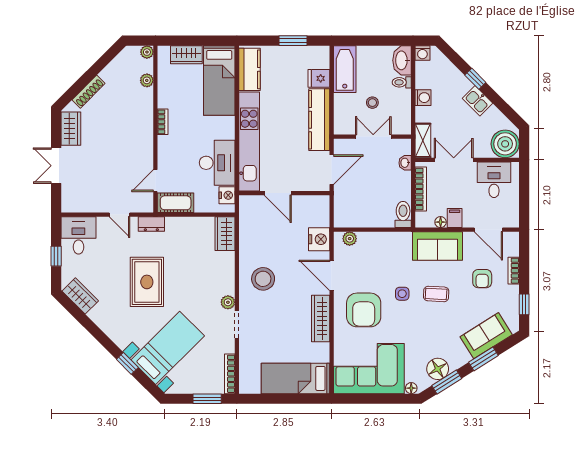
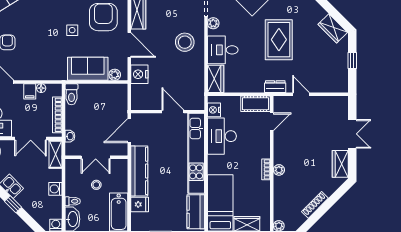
plant: (147, 80) -> (279, 170), moved
shoe rack: (88, 92) -> (315, 205), moved
desk: (78, 235) -> (223, 50), moved, turned 90
sofa: (437, 246) -> (88, 69), moved
coffee table: (436, 294) -> (45, 30), removed

